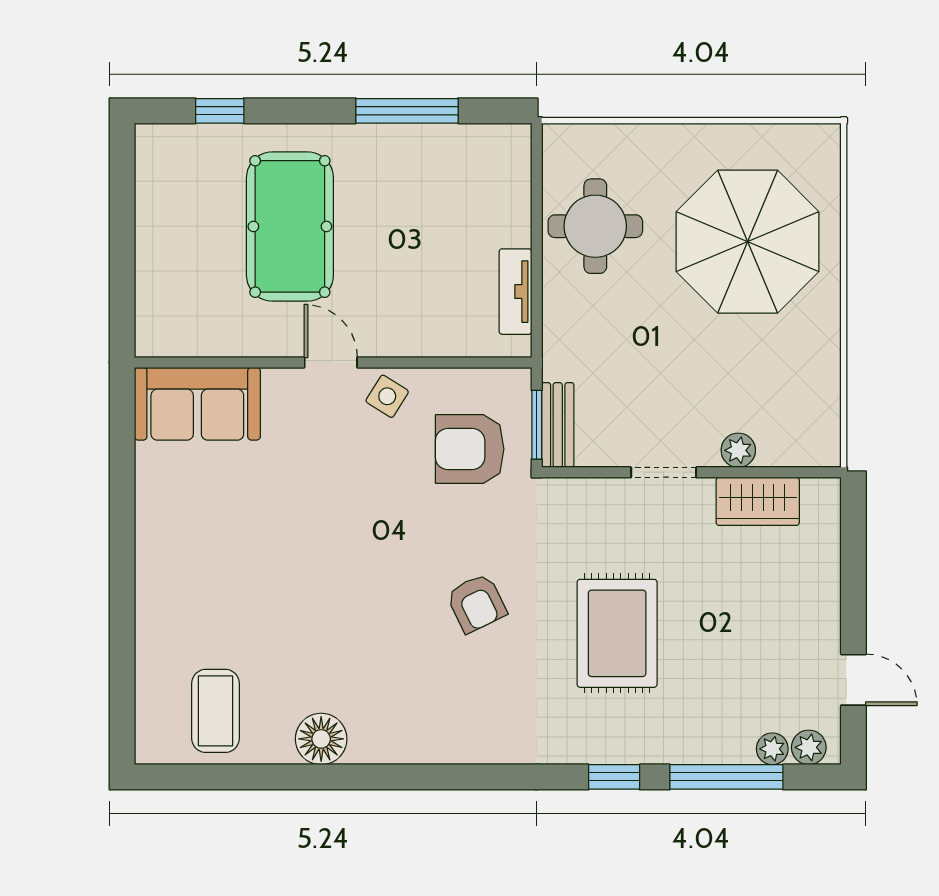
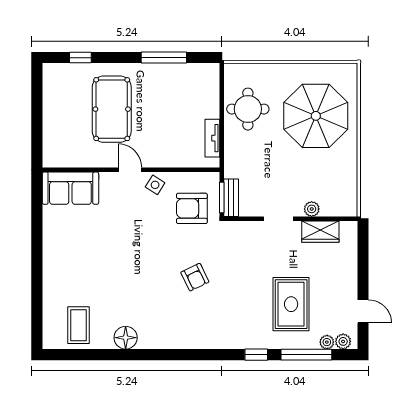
rug: (617, 633) -> (291, 304), moved

